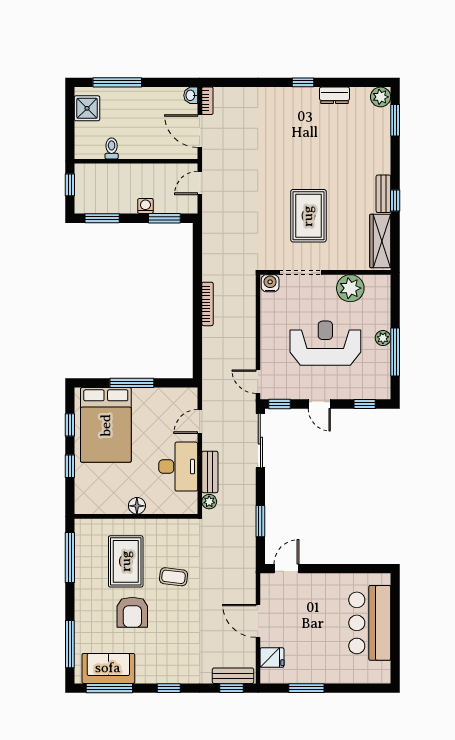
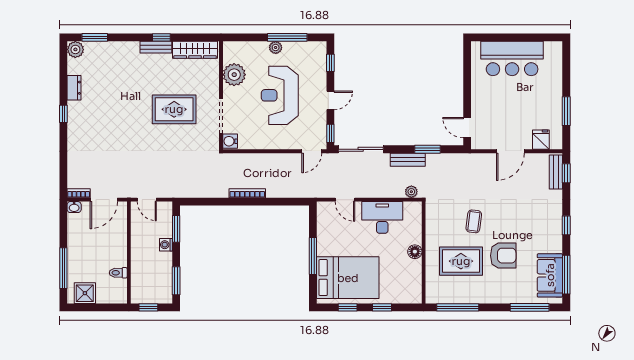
bench: (210, 472) -> (408, 160), moved

